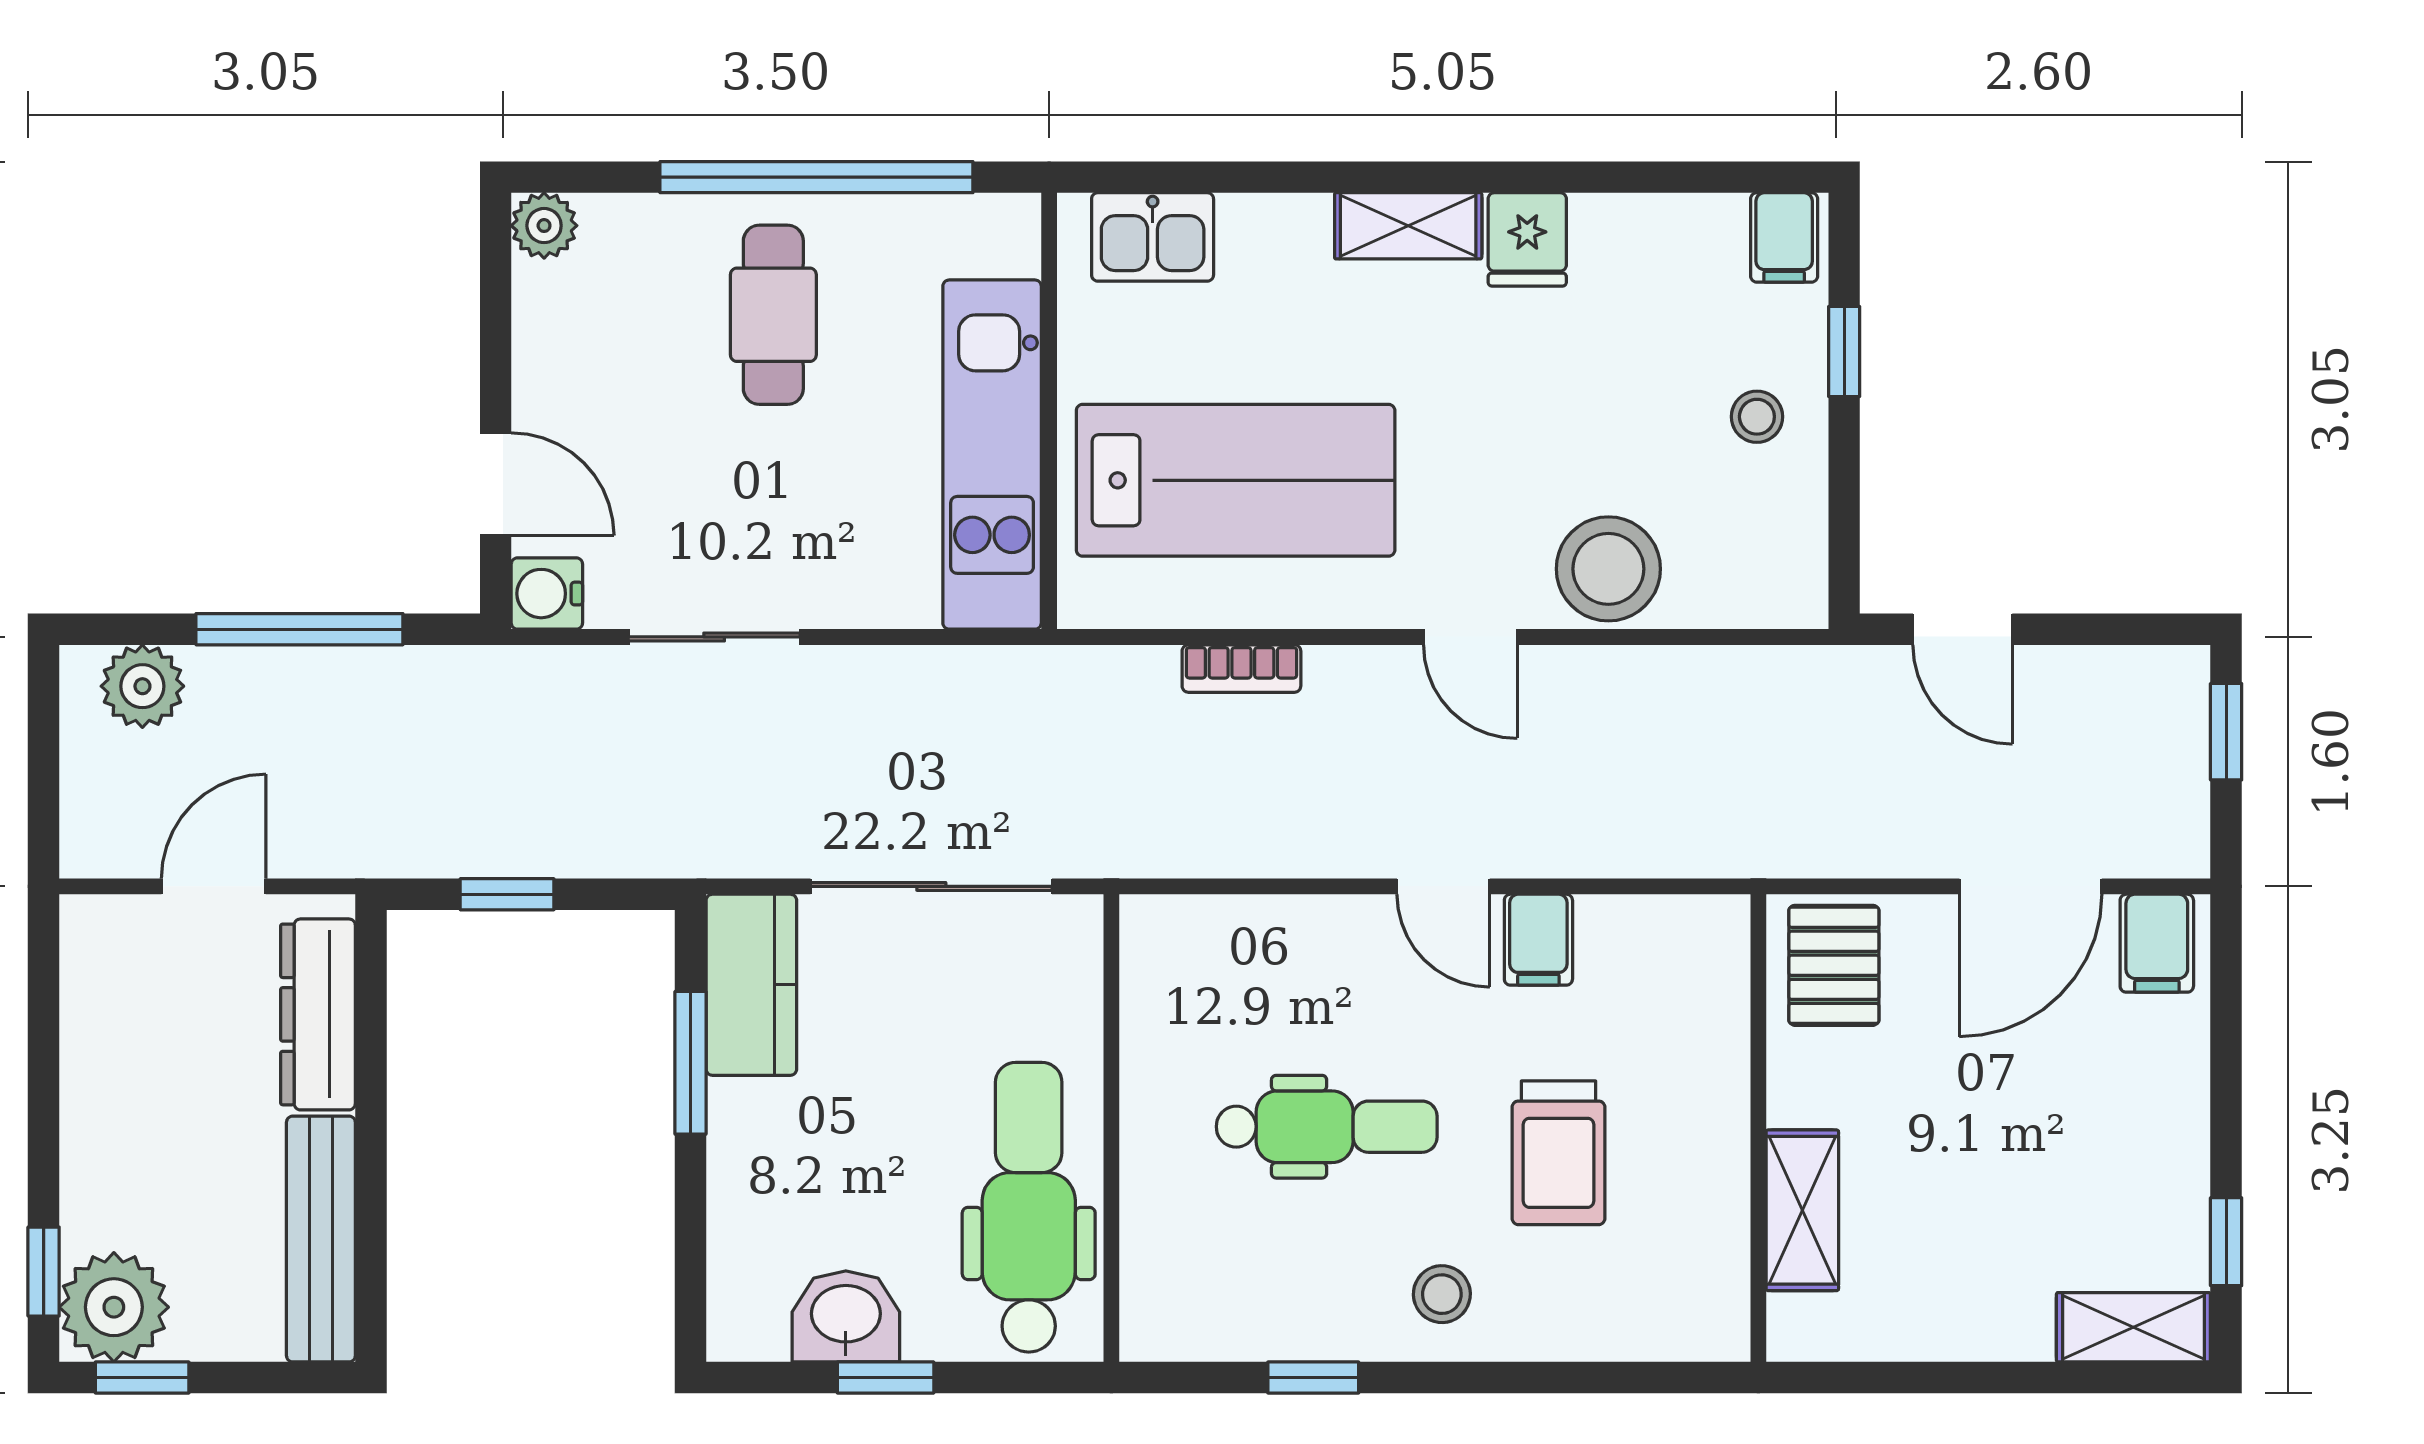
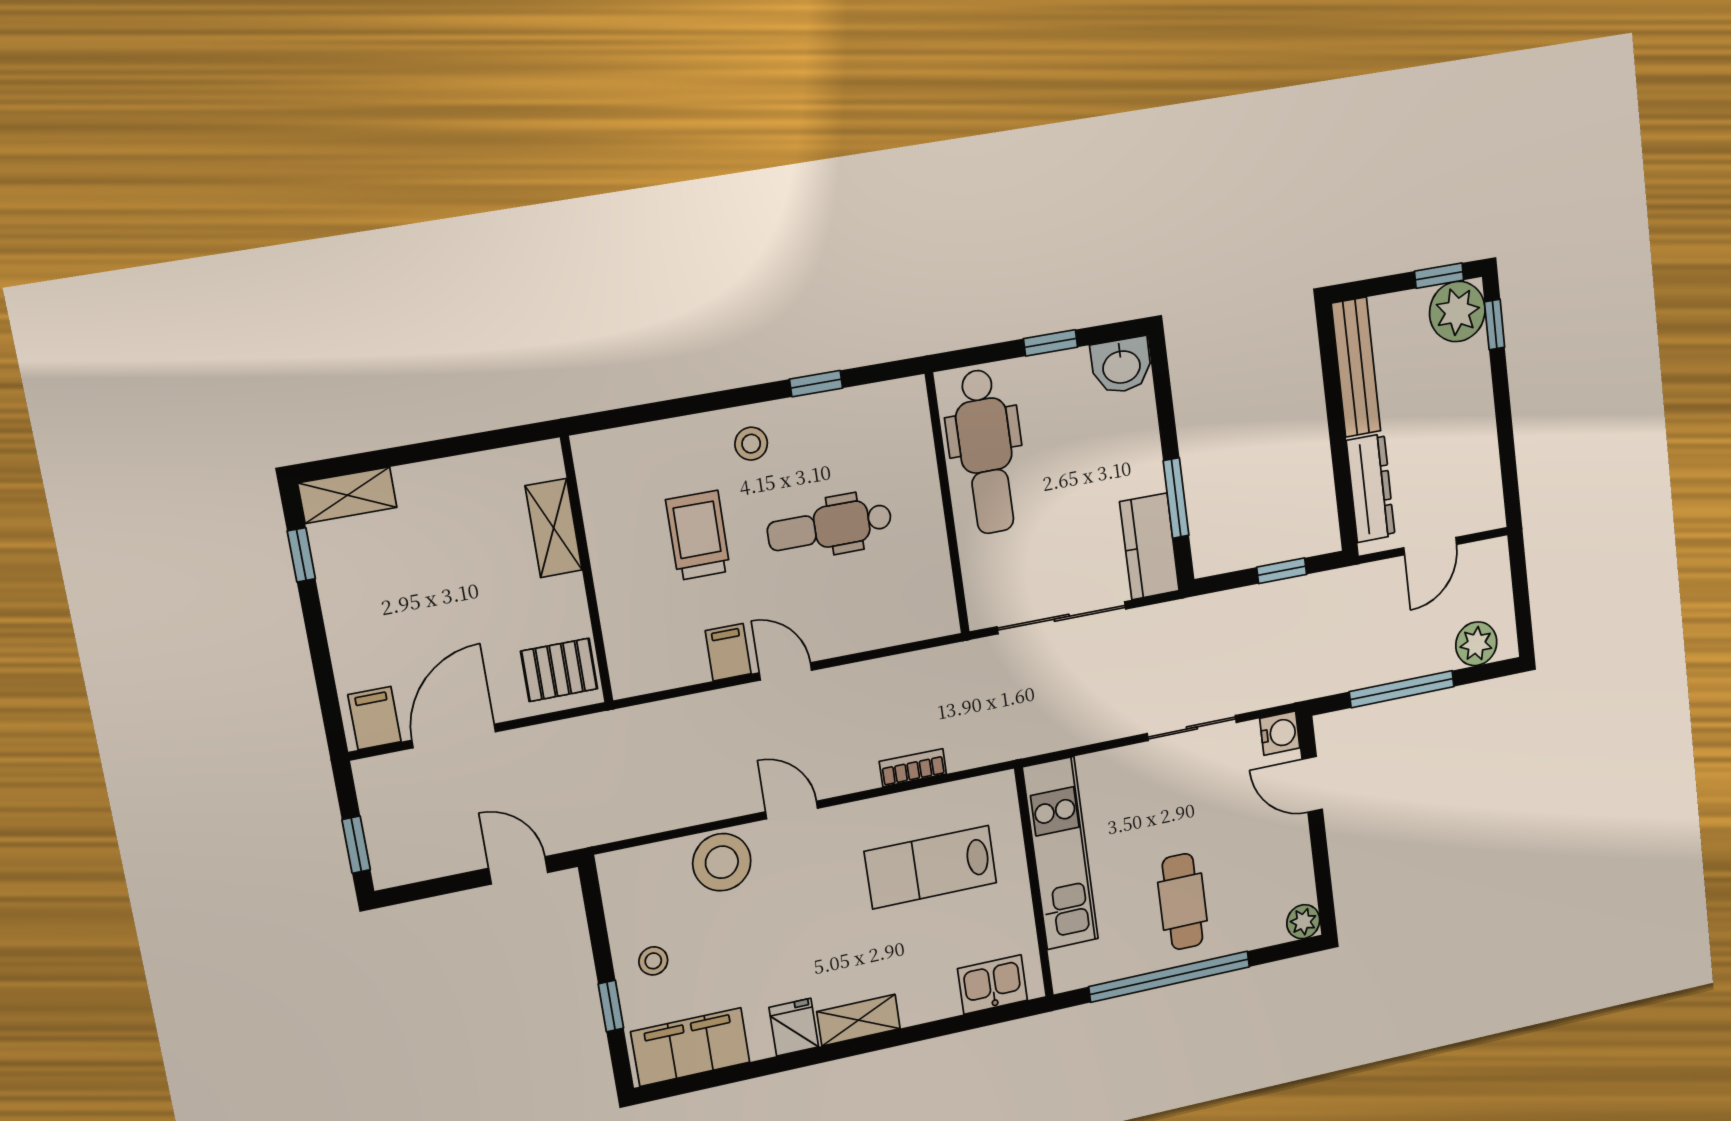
filing cabinet: (1784, 237) -> (690, 1047), width x3.00, depth x1.17
lab bench: (1236, 480) -> (931, 867), width x0.73, depth x0.72
pallet: (1834, 965) -> (559, 670), turned 90
washbasin: (846, 1316) -> (1121, 366), moved

